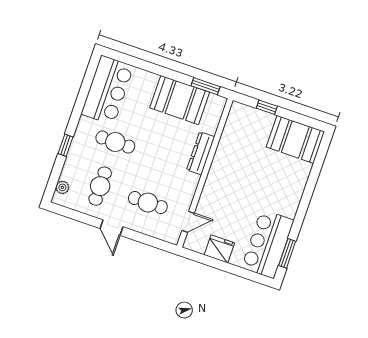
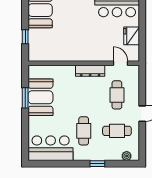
window: (205, 86) -> (25, 98), moved
dresser: (201, 153) -> (90, 71), moved

